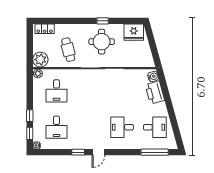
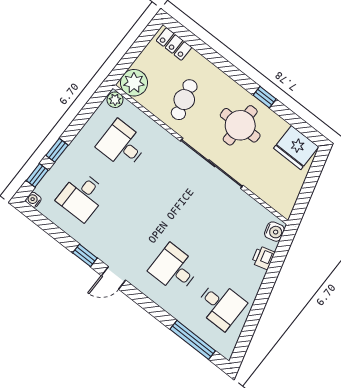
desk: (57, 91) -> (122, 145), turned 90
printer: (155, 92) -> (263, 258), width x0.53, depth x0.68

